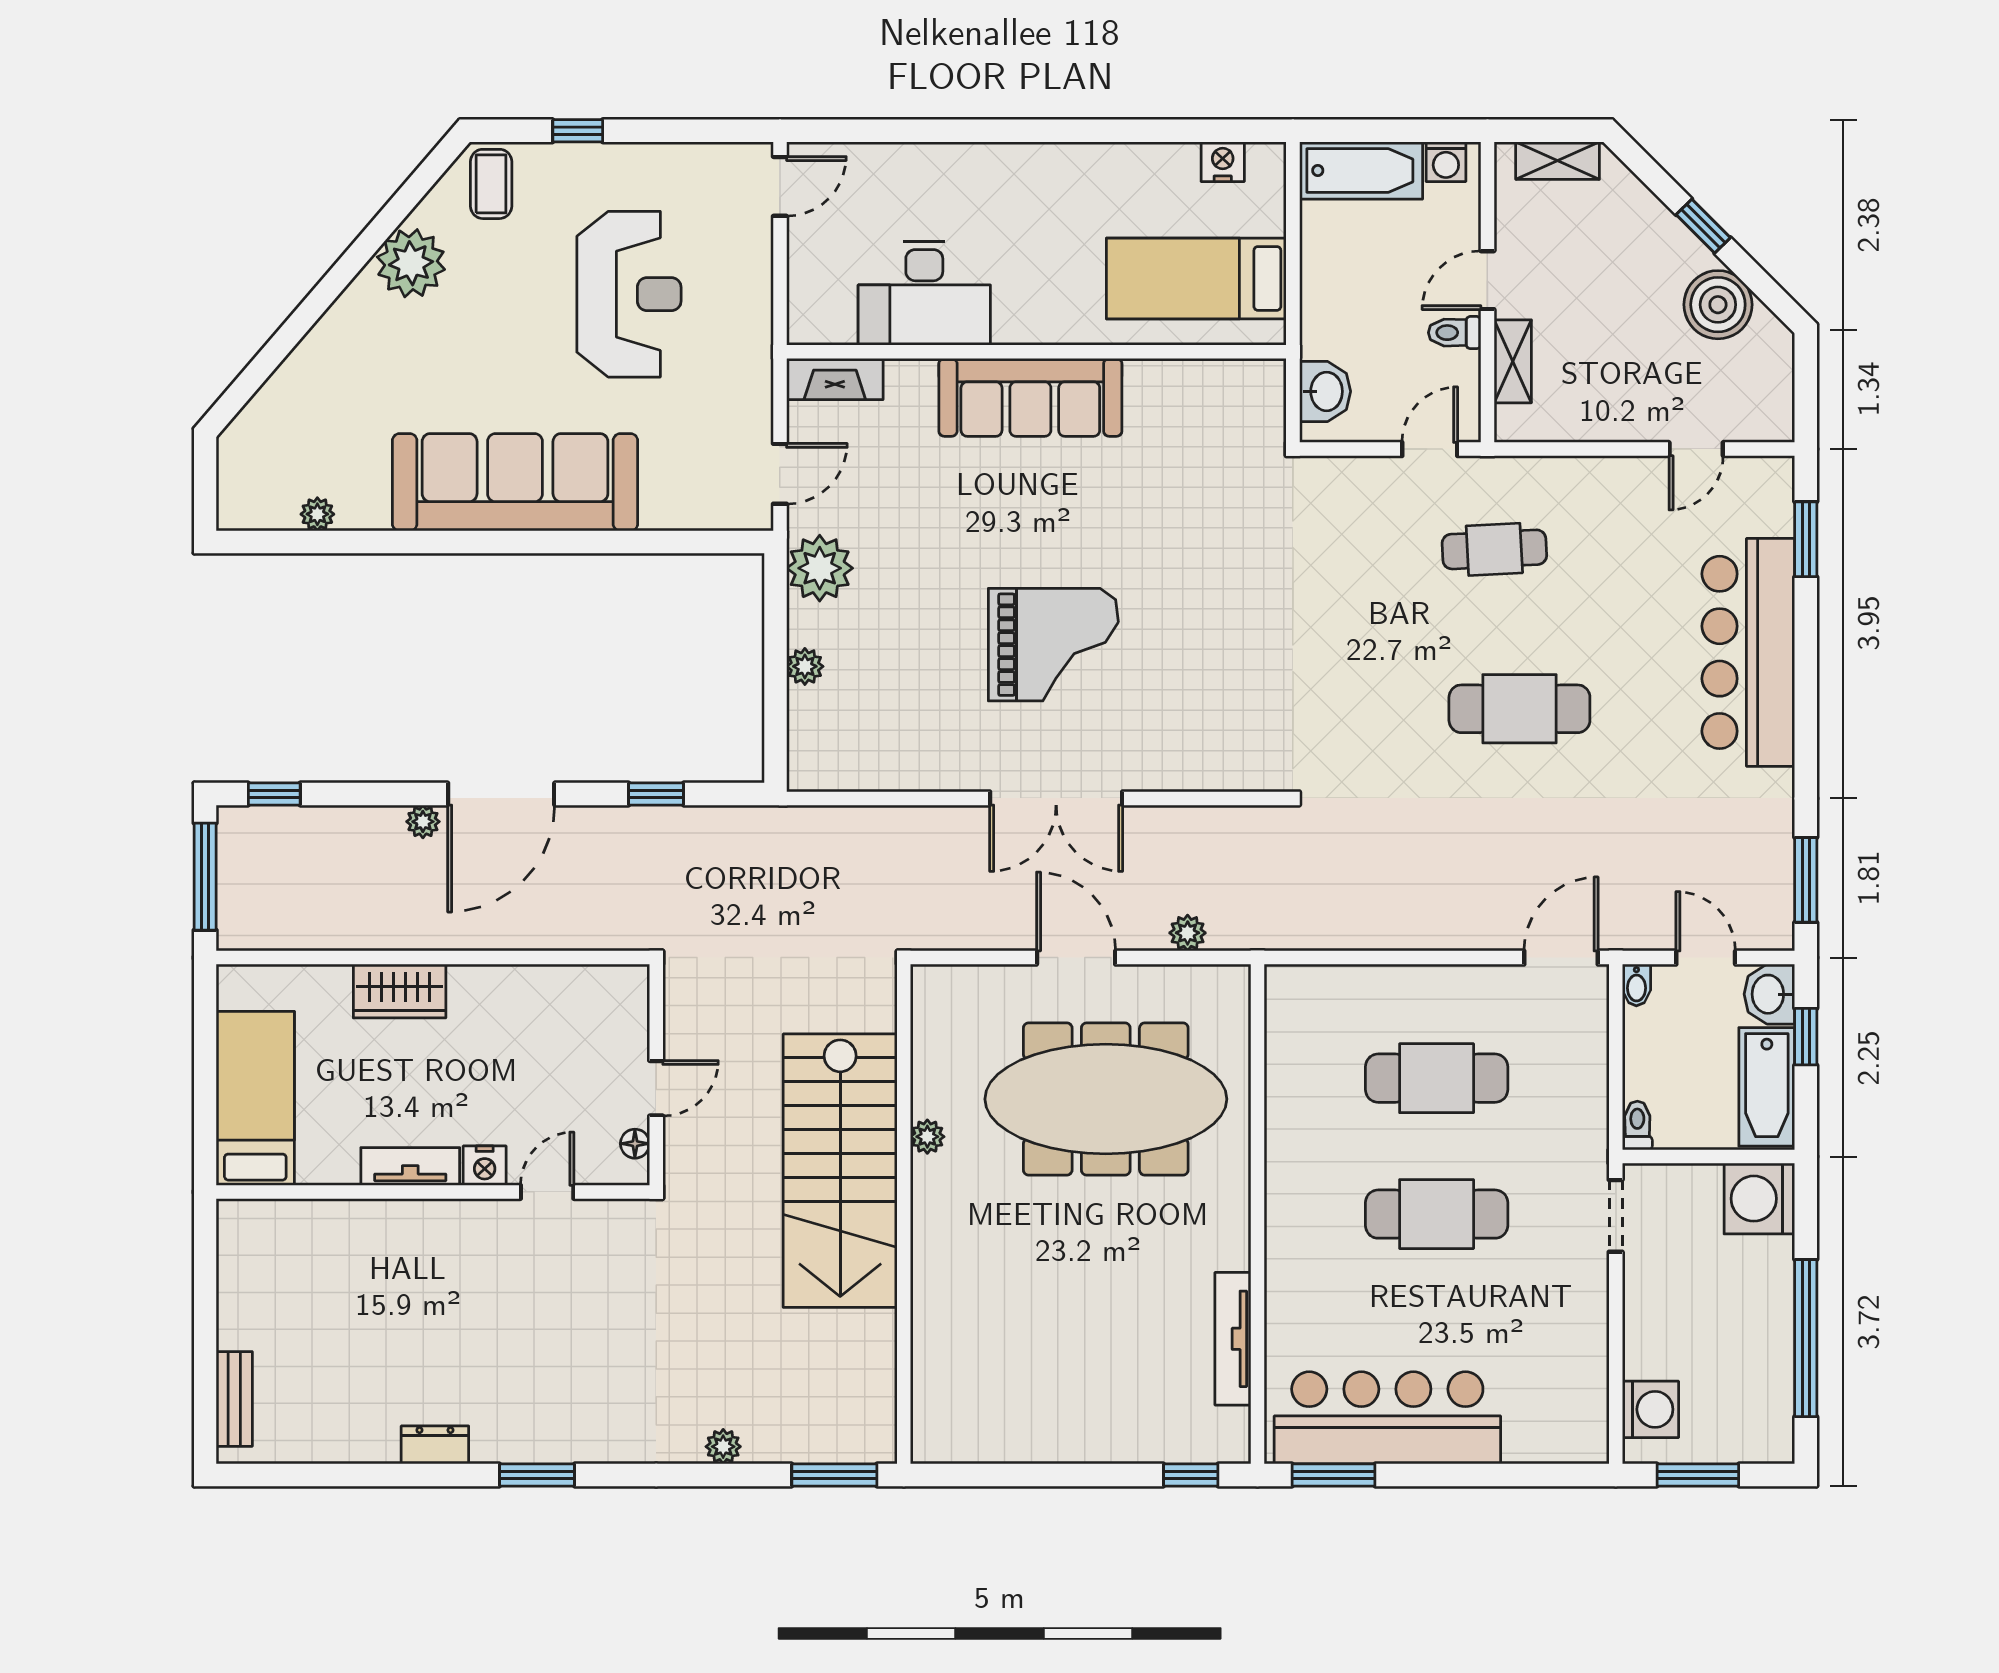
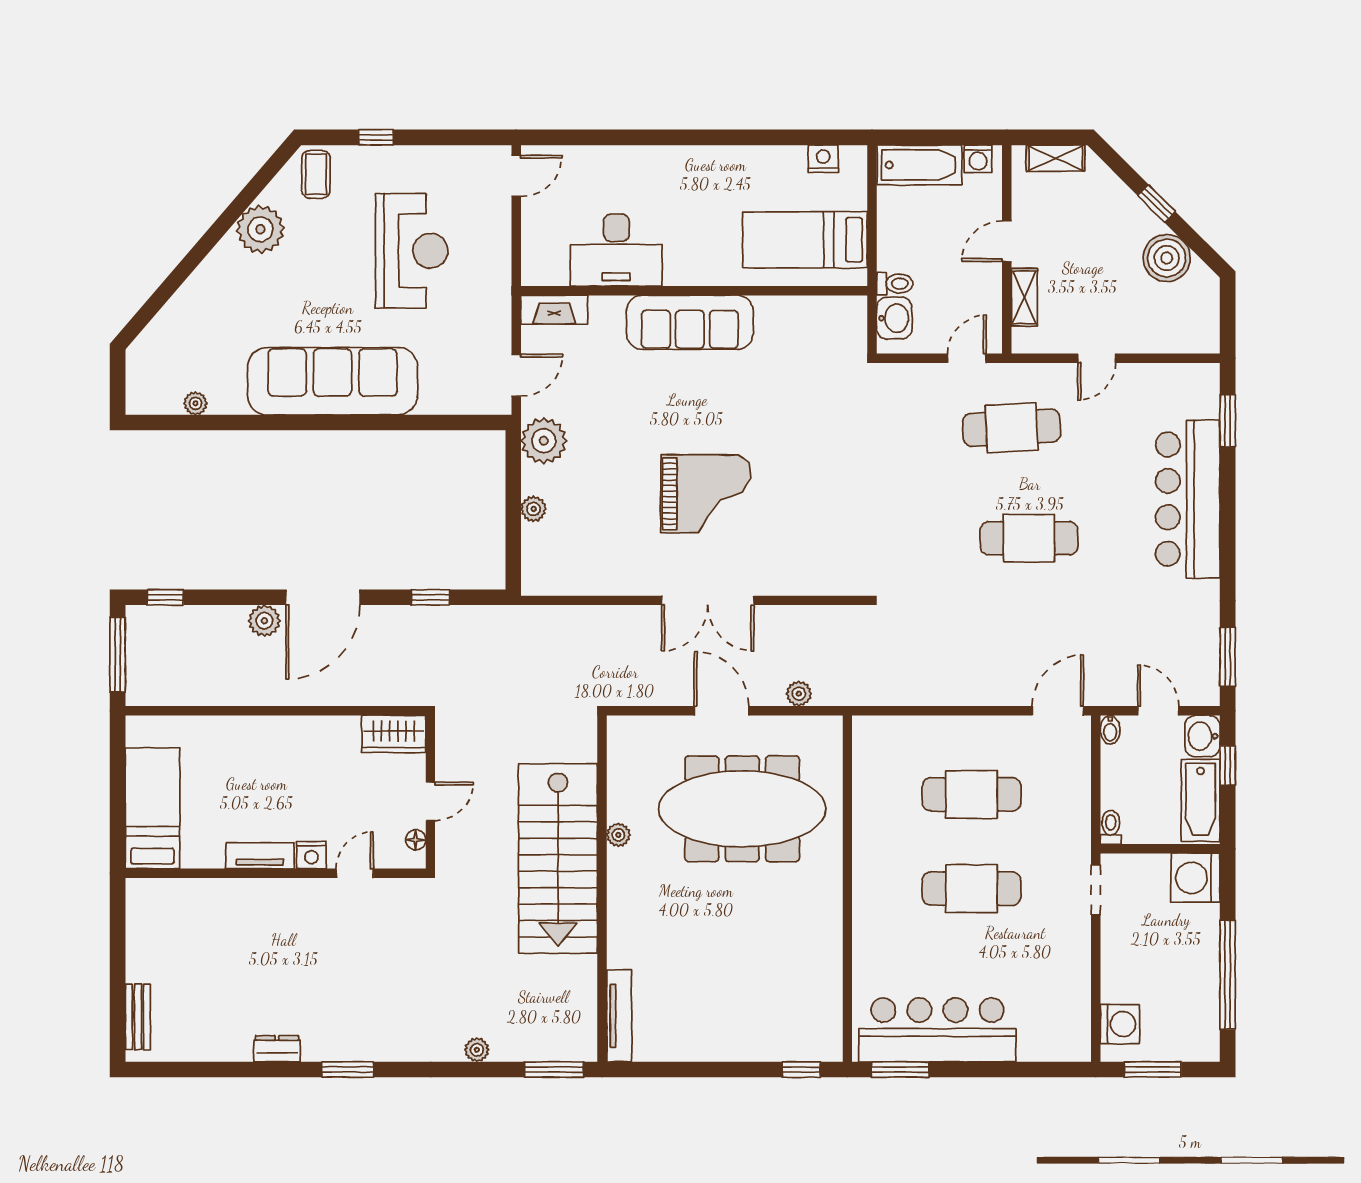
toilet: (1455, 333) -> (895, 284), moved, turned 180
door: (1696, 449) -> (1097, 358), moved
cafe table: (1494, 549) -> (1012, 428), width x1.37, depth x1.35
plant: (423, 822) -> (264, 621), width x1.38, depth x1.38
wardrobe: (400, 991) -> (394, 734), moved
tv unit: (1233, 1339) -> (619, 1016), moved, turned 180

